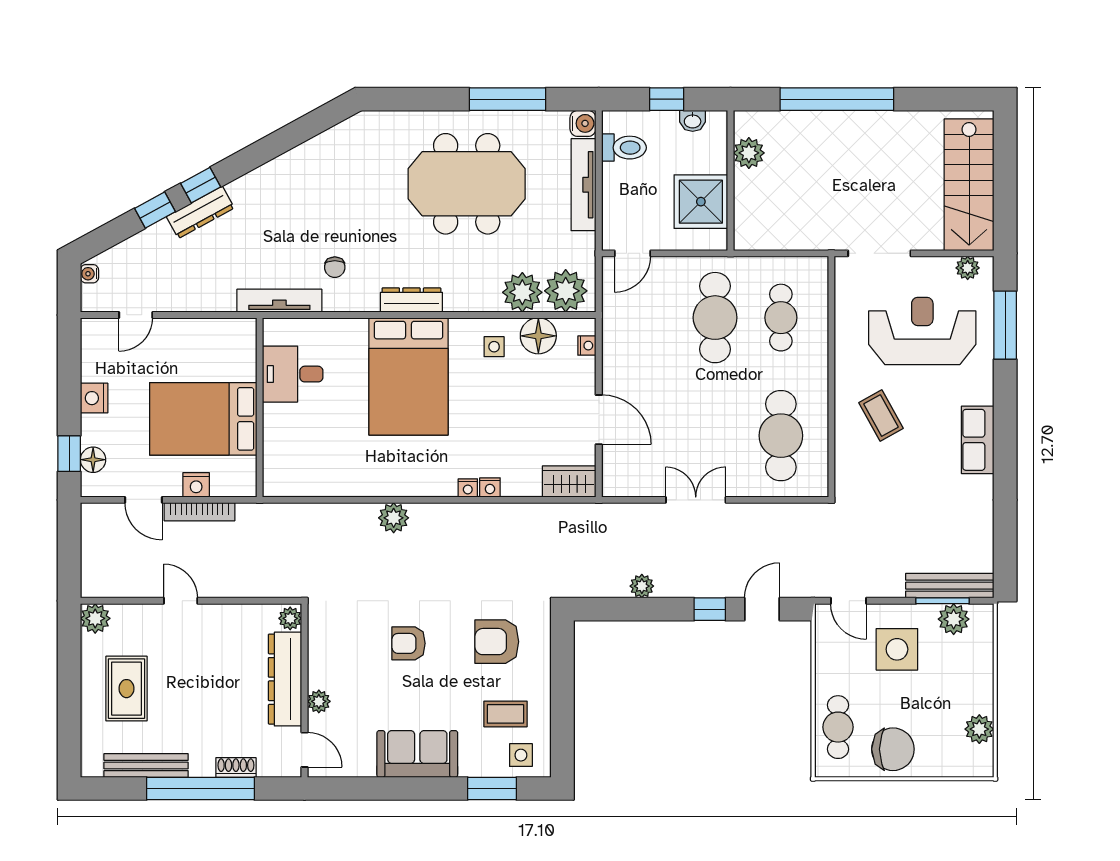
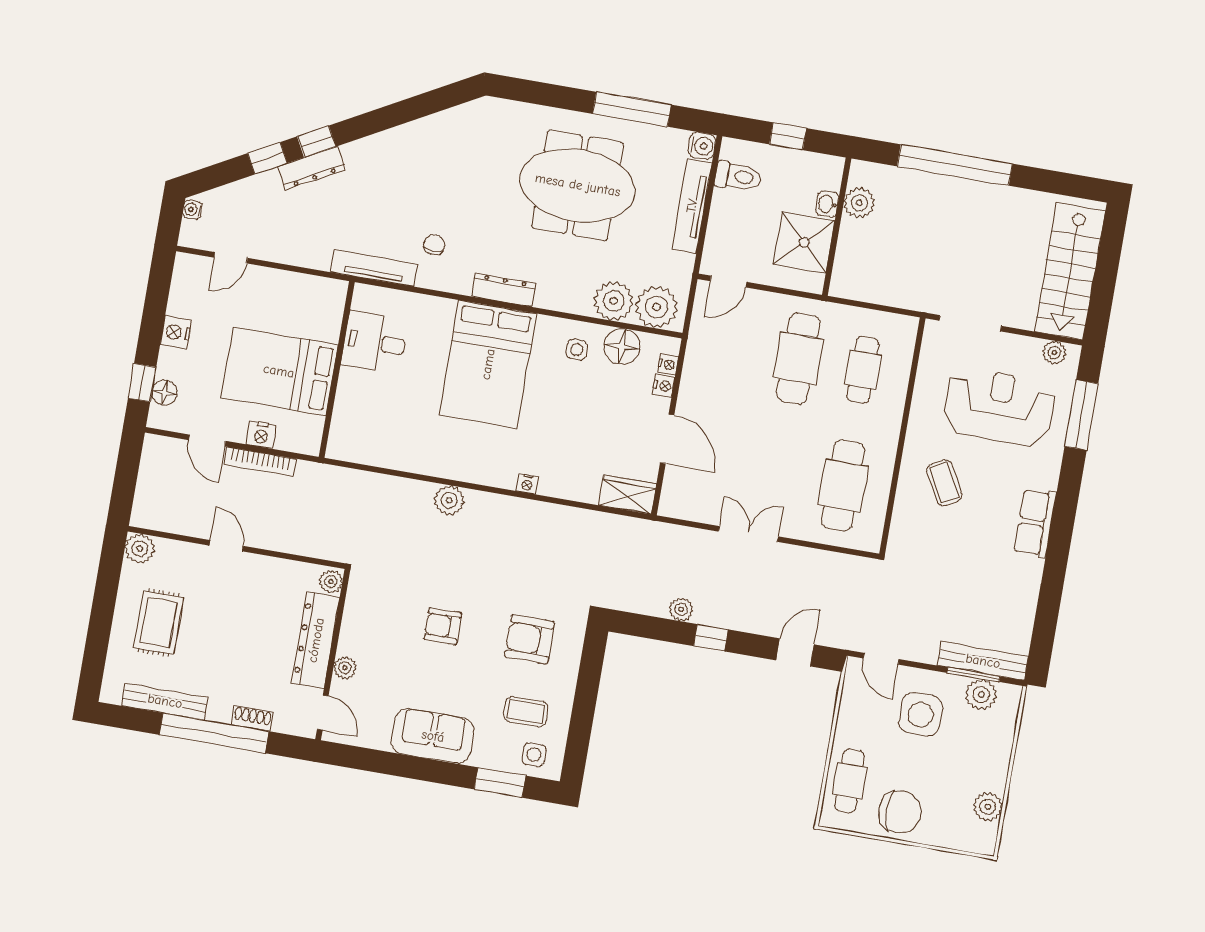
washbasin: (693, 121) -> (827, 204), moved, turned 90
chair: (335, 267) -> (434, 245), turned 180
nightstand: (490, 487) -> (664, 386), moved, turned -90
window: (710, 609) -> (711, 638), moved

